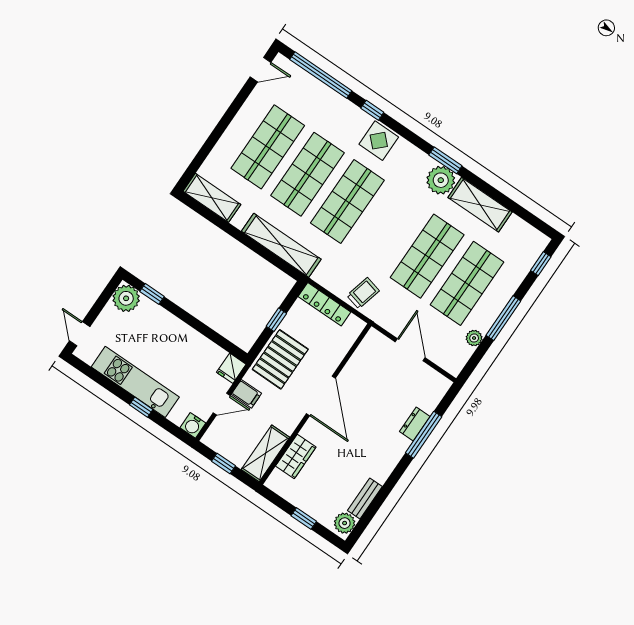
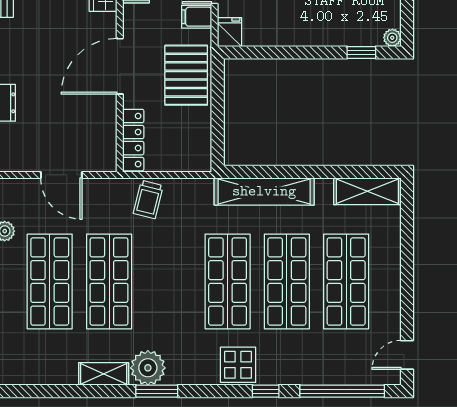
shelving: (480, 205) -> (104, 374), width x0.67, depth x0.75
plant: (126, 298) -> (392, 38), width x0.53, depth x0.53
locker: (324, 304) -> (133, 140), moved, turned 90
window: (276, 320) -> (218, 112), removed
door: (321, 396) -> (120, 66), hinge flipped

